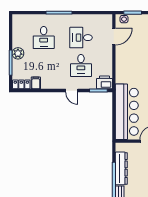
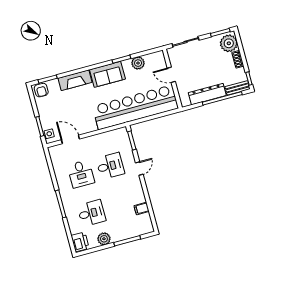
plant: (18, 53) -> (104, 239), moved
printer: (104, 82) -> (80, 242), moved, turned 180
locker: (21, 84) -> (147, 223), removed
bar counter: (127, 112) -> (135, 107), width x1.36

